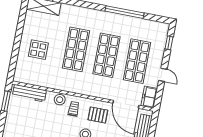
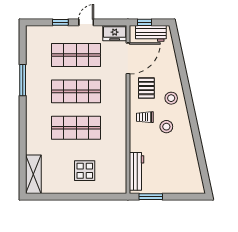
window: (125, 12) -> (23, 80), width x0.68
window: (169, 43) -> (60, 22), moved
stool: (60, 100) -> (166, 127), moved
window: (153, 124) -> (144, 22), added

